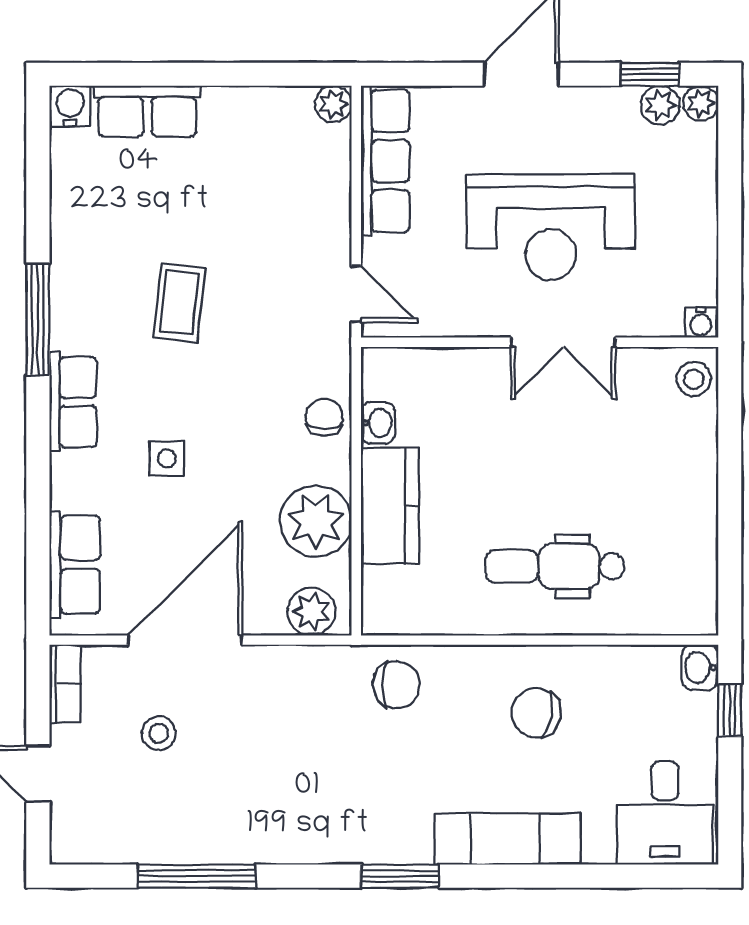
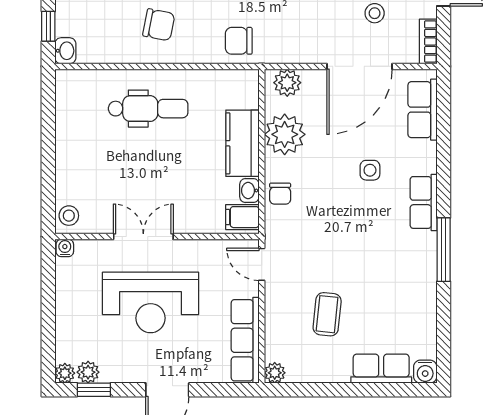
reception desk: (551, 227) -> (151, 302), turned 180
coffee table: (179, 303) -> (327, 314), moved
filing cabinet: (390, 376) -> (242, 217), added

